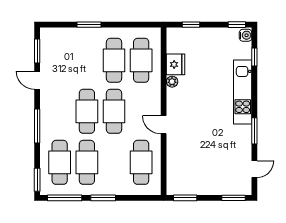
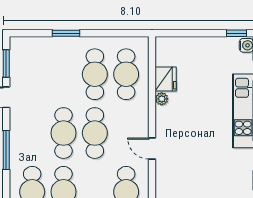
window: (191, 25) -> (183, 33), removed

